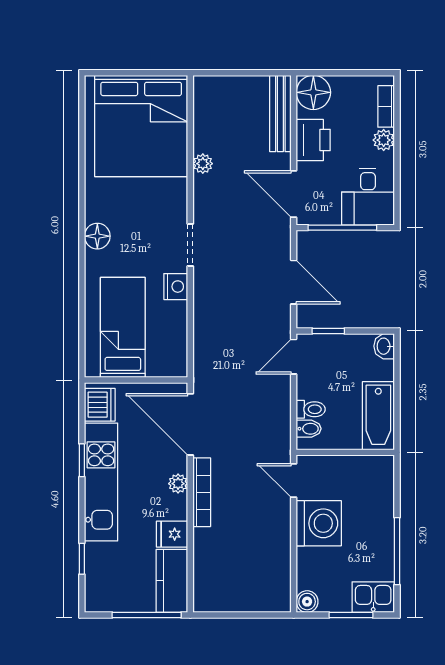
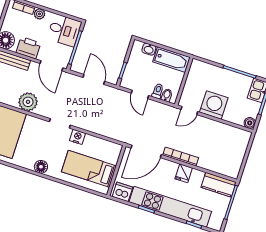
plant: (203, 164) -> (28, 102), width x1.87, depth x1.87
door: (294, 194) -> (51, 66), hinge flipped
door: (294, 282) -> (94, 79), hinge flipped
washbasin: (384, 346) -> (149, 49), moved
door: (294, 357) -> (140, 94), moved
kitchen unit: (101, 482) -> (170, 207), width x1.36
plant: (178, 484) -> (173, 167), removed
fridge: (172, 534) -> (184, 173), moved

